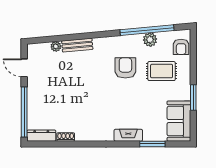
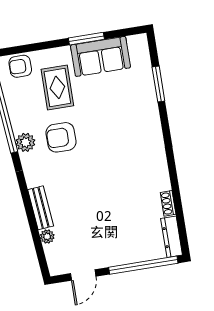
plant: (150, 40) -> (25, 142), moved
armchair: (181, 47) -> (20, 66), turned 180
sofa: (179, 121) -> (100, 56), moved
fireplace: (128, 135) -> (152, 119), removed

